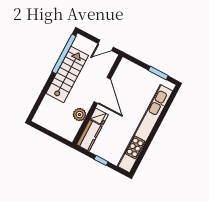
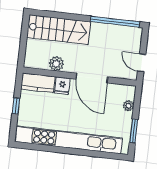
plant: (136, 69) -> (129, 106), added
stairs: (67, 74) -> (59, 30), moved
door: (102, 90) -> (92, 78), hinge flipped

